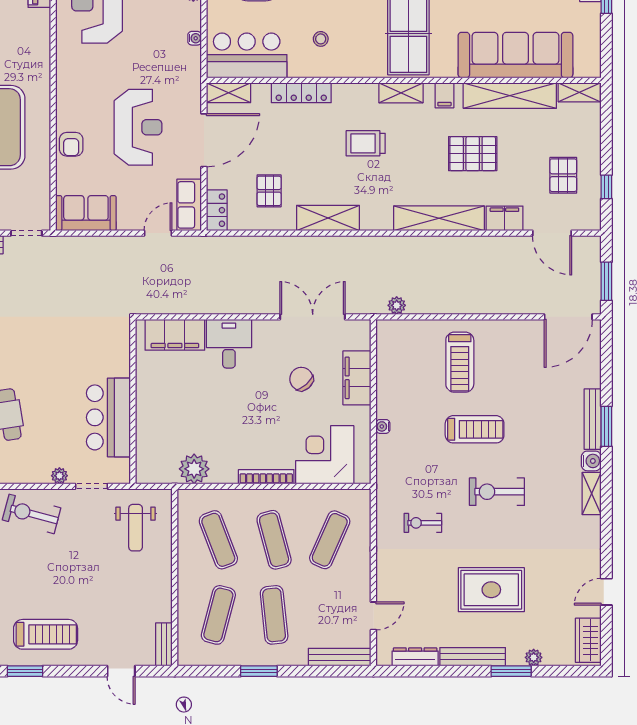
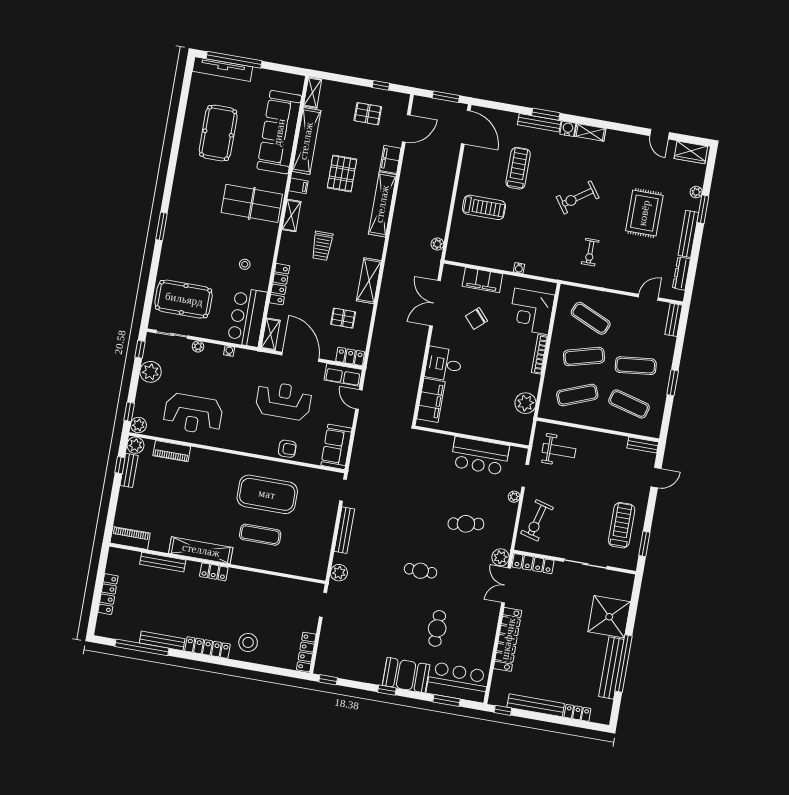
treadmill: (475, 429) -> (518, 168), moved
exercise bike: (497, 492) -> (578, 197), turned 55
door: (373, 616) -> (648, 297), hinge flipped
bench: (340, 657) -> (674, 320), width x0.73

